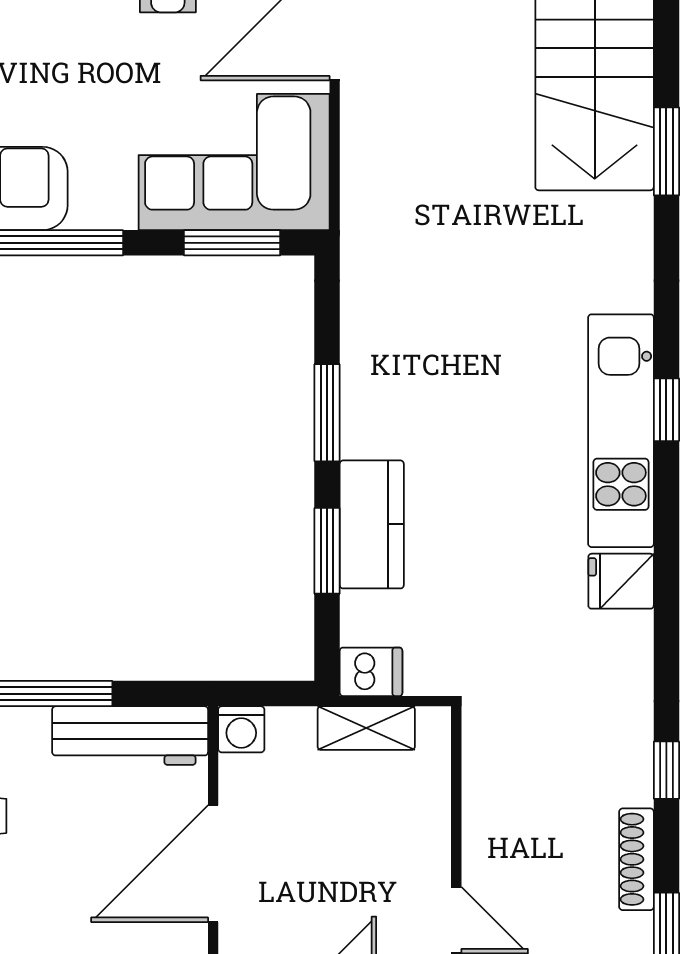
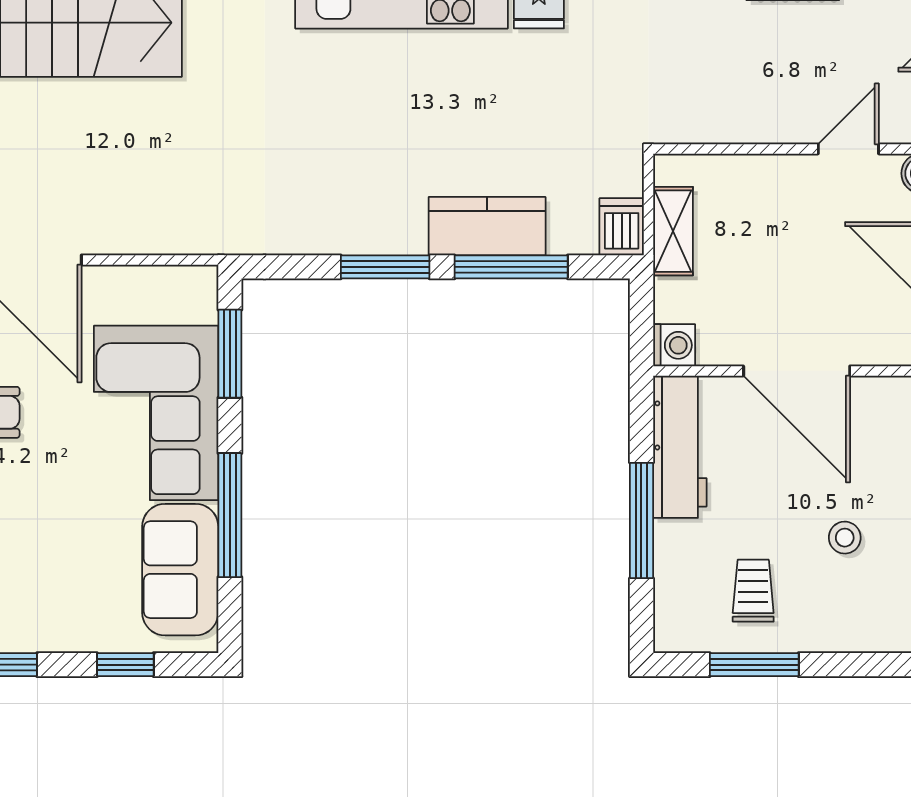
corner sofa: (234, 162) -> (156, 413), moved
window: (327, 551) -> (511, 267), width x1.44
stool: (31, 916) -> (845, 538), added

